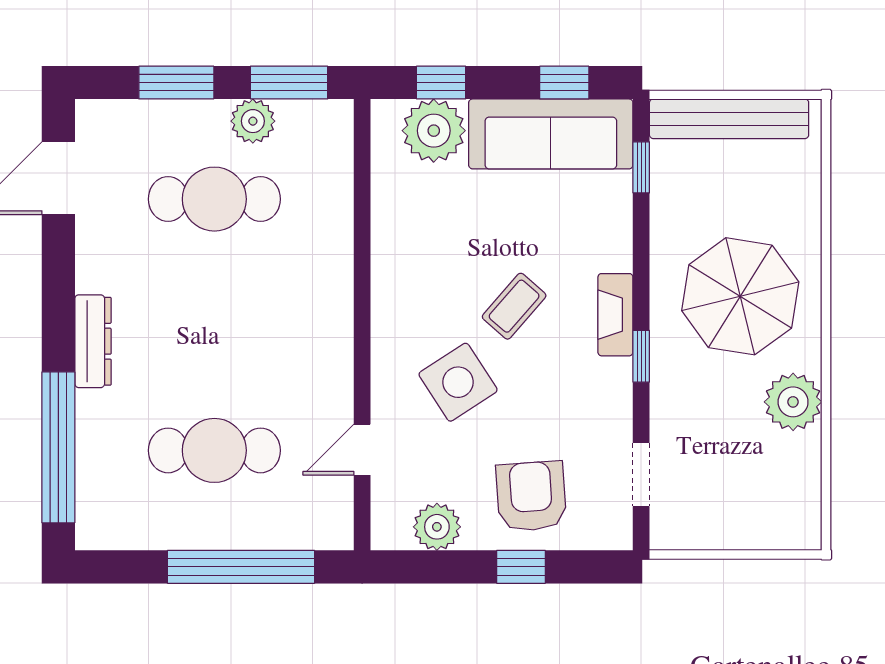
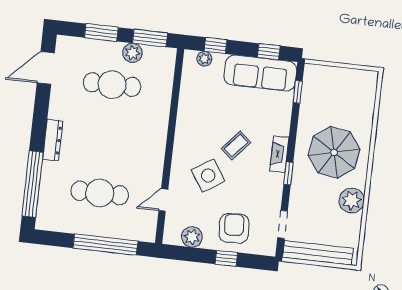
bench: (729, 119) -> (318, 253), moved
plant: (434, 131) -> (204, 59), width x0.53, depth x0.53

